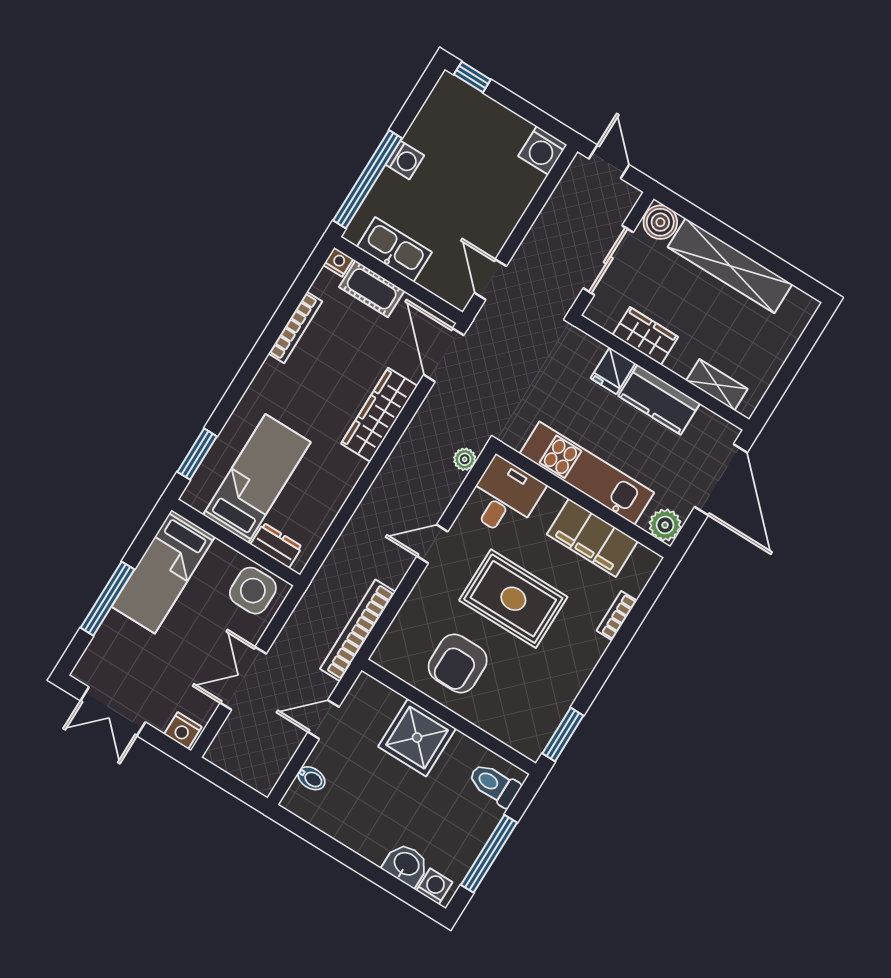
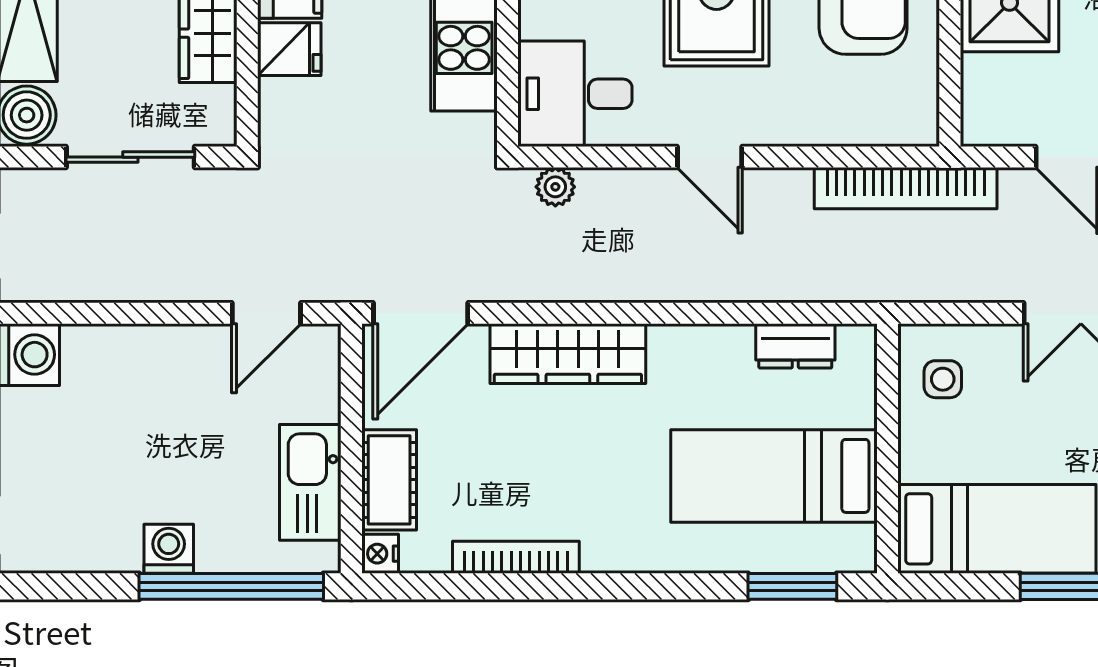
dresser: (276, 545) -> (795, 346), moved, turned -90
side table: (253, 591) -> (943, 379), width x0.54, depth x0.54

